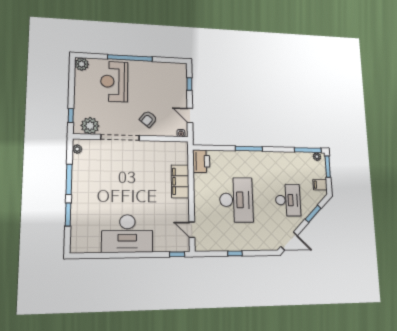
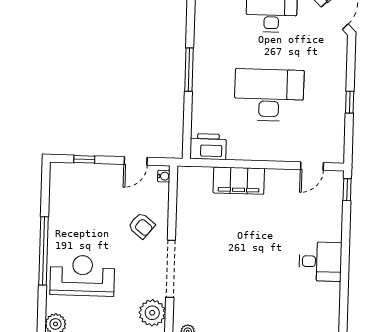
reception desk: (114, 81) -> (82, 276), turned 180
desk: (127, 234) -> (320, 262), width x0.53, depth x0.77

